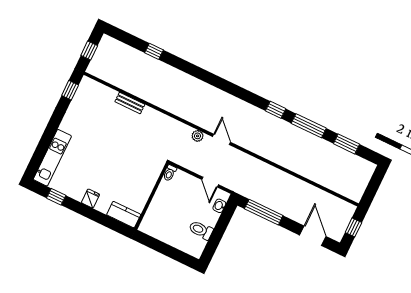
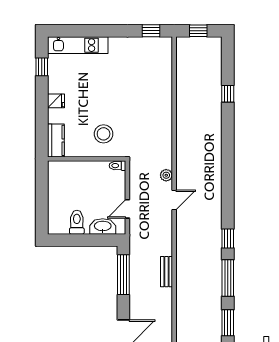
bench: (130, 103) -> (167, 272), moved
stool: (137, 172) -> (104, 134), added
washbasin: (219, 206) -> (103, 226), width x1.91, depth x1.45

